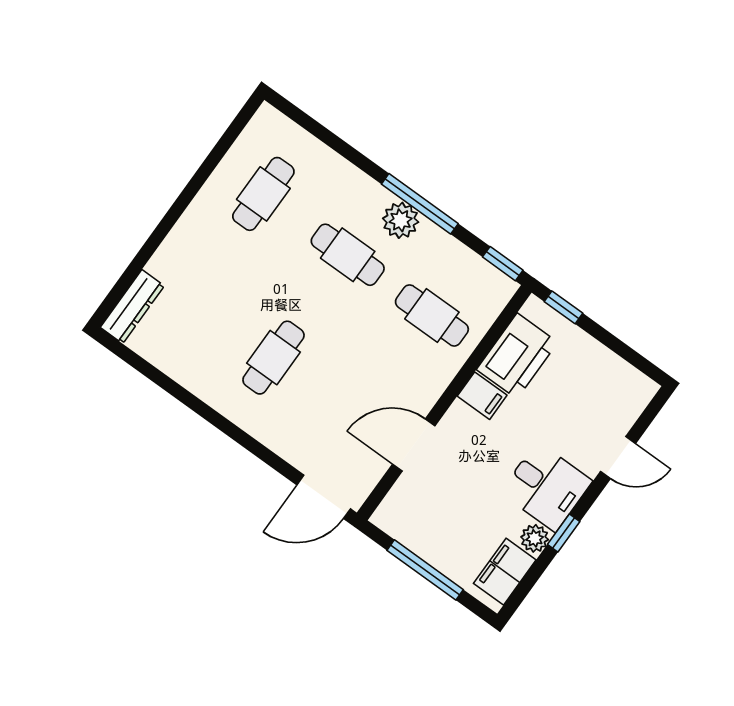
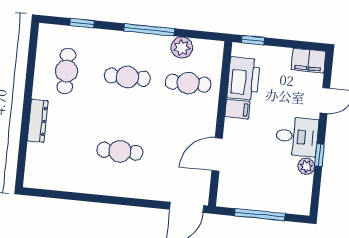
plant: (401, 220) -> (182, 48), moved
window: (503, 264) -> (82, 23), moved
dresser: (132, 307) -> (38, 121), moved
cafe table: (273, 358) -> (120, 151), turned 90
filing cabinet: (505, 572) -> (308, 61), moved, turned -90

